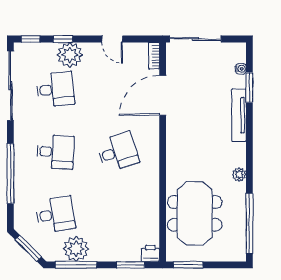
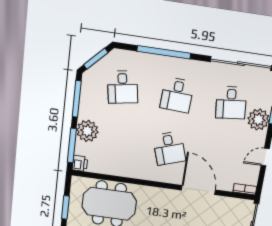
door: (163, 95) -> (198, 190), moved
plant: (76, 249) -> (87, 131), moved
window: (130, 265) -> (72, 145), width x1.44
window: (188, 265) -> (65, 207), moved

